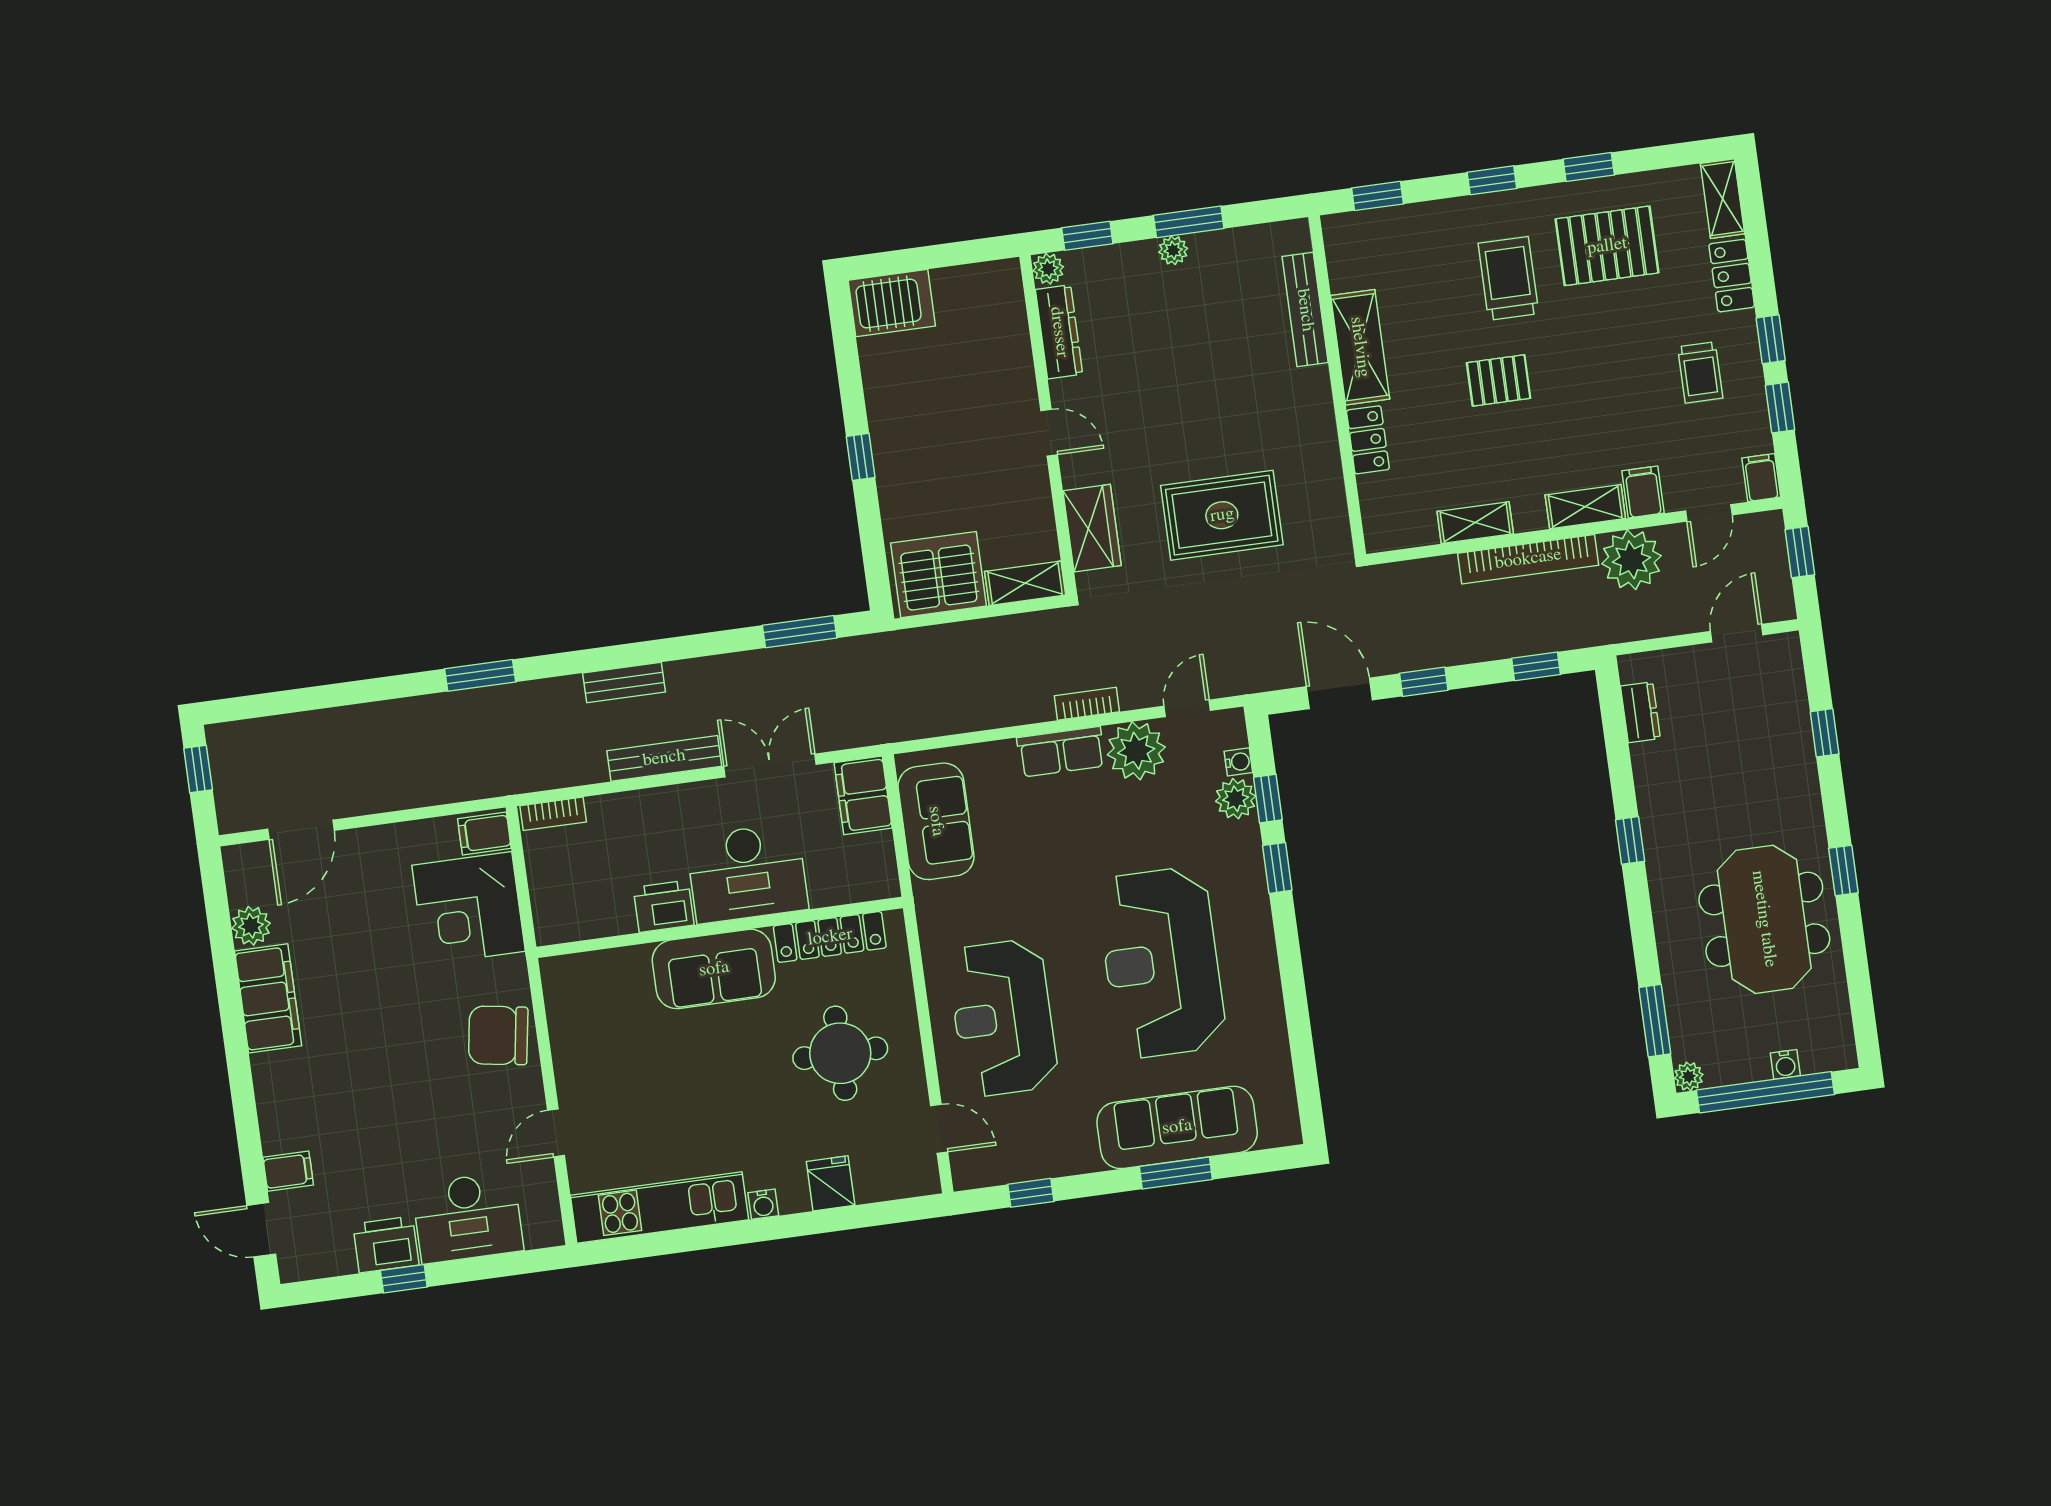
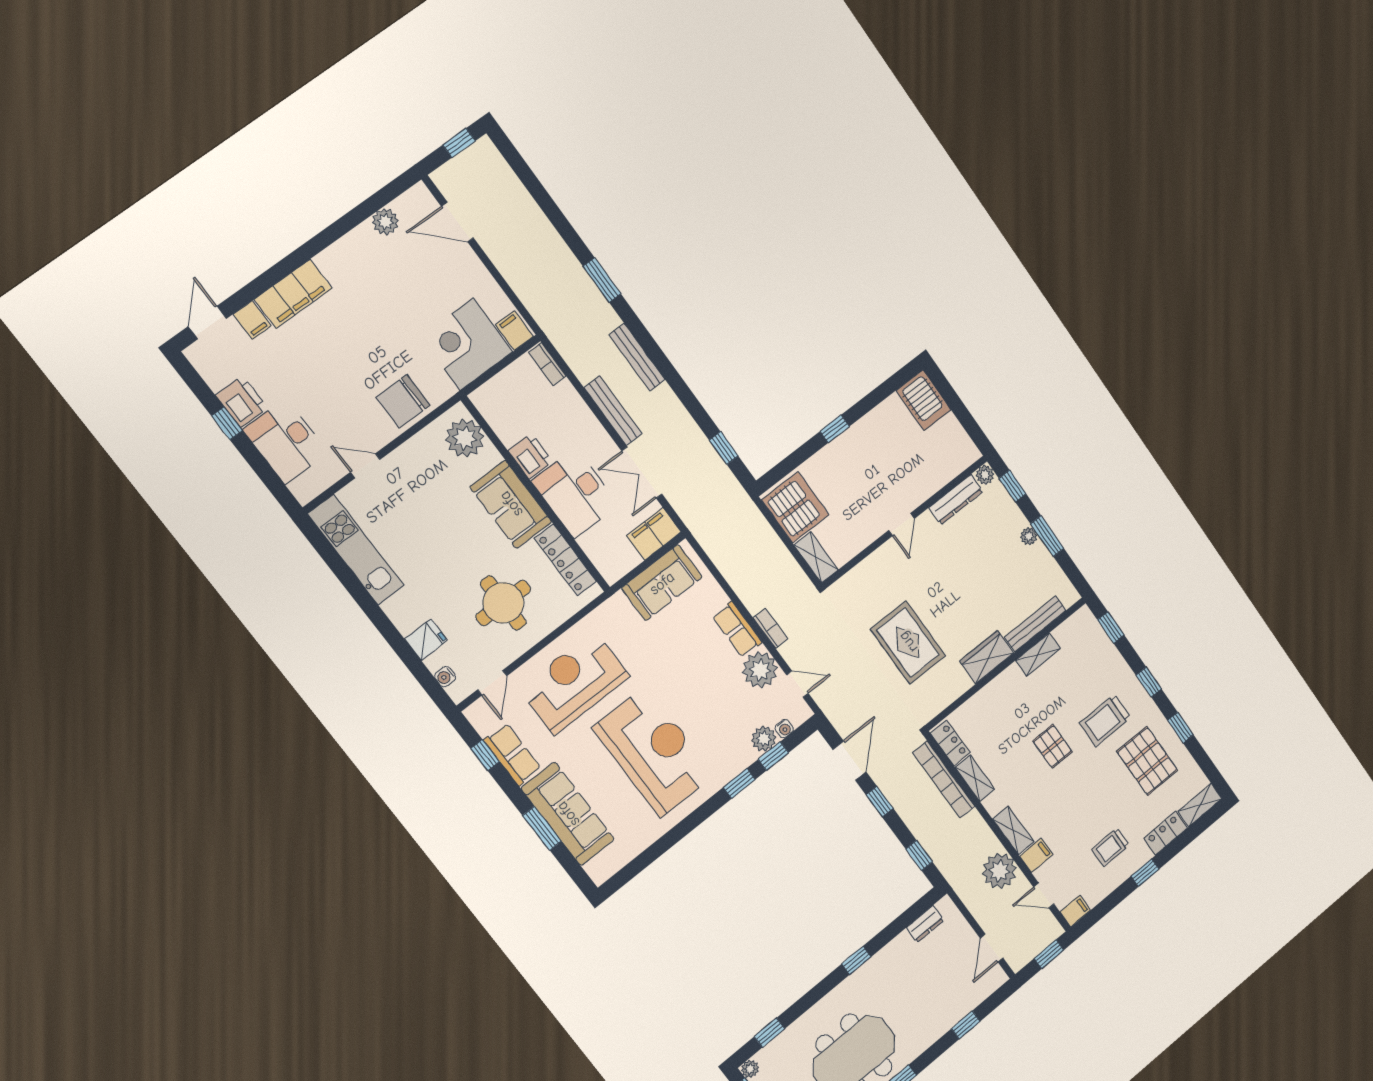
trolley: (1508, 278) -> (1105, 720), turned 180
shelving: (1360, 347) -> (1038, 655), width x0.67, depth x0.75
window: (1780, 408) -> (1114, 899), removed
locker: (1368, 440) -> (950, 743), moved, turned -90
wardrobe: (1092, 528) -> (987, 657), moved, turned 180
bookcase: (1528, 559) -> (944, 780), moved
window: (800, 632) -> (724, 448), width x0.67
door: (1737, 633) -> (992, 948), swing flipped
bench: (624, 683) -> (637, 357), width x1.36
double door: (770, 766) -> (642, 473), swing flipped
reception desk: (1161, 963) -> (654, 751), turned 90
plant: (591, 981) -> (465, 438), added
filing cabinet: (268, 998) -> (293, 294), moved
window: (1655, 1021) -> (770, 1033), width x0.67
chair: (498, 1035) -> (403, 401), turned -99
row of seats: (1052, 1156) -> (512, 754), added
water cooler: (763, 1204) -> (445, 677), moved

